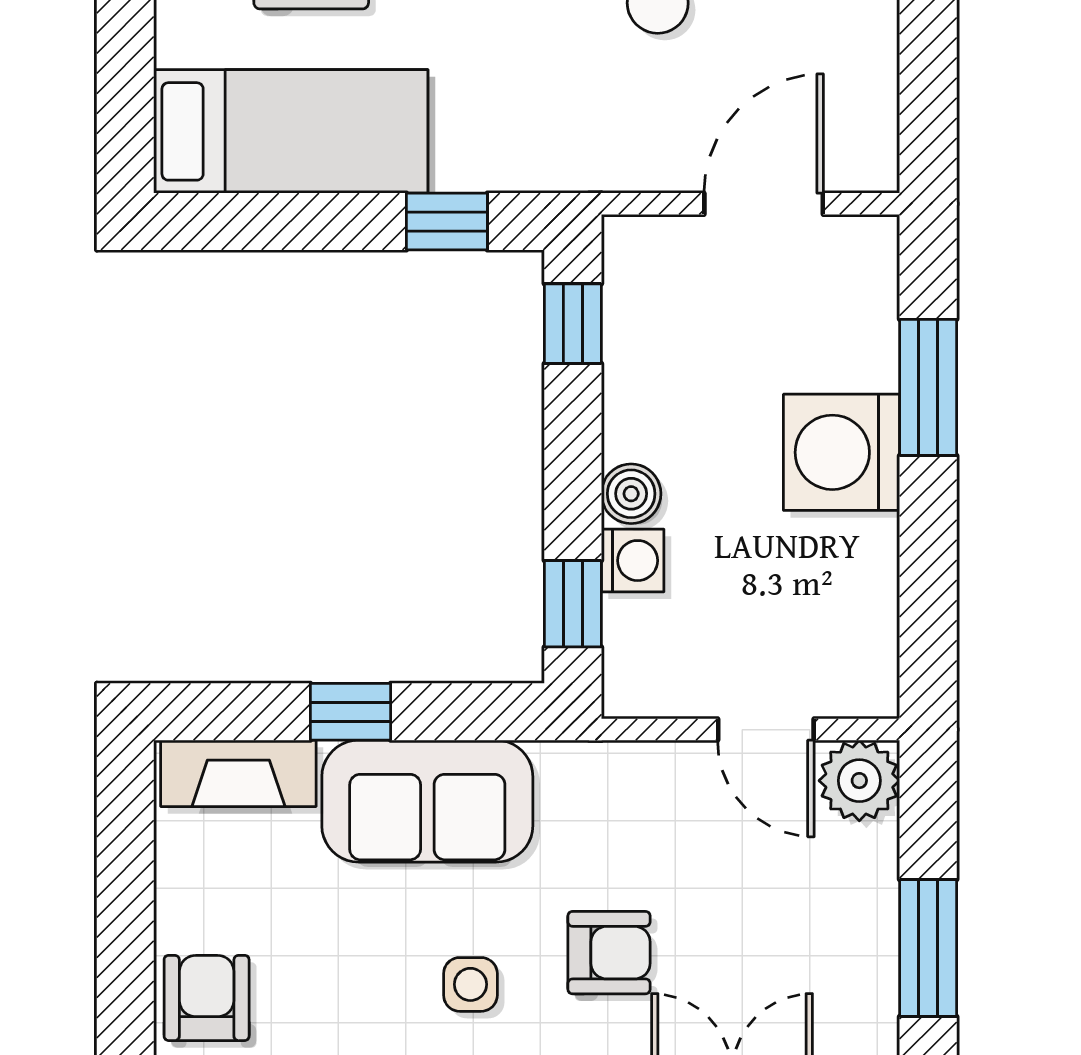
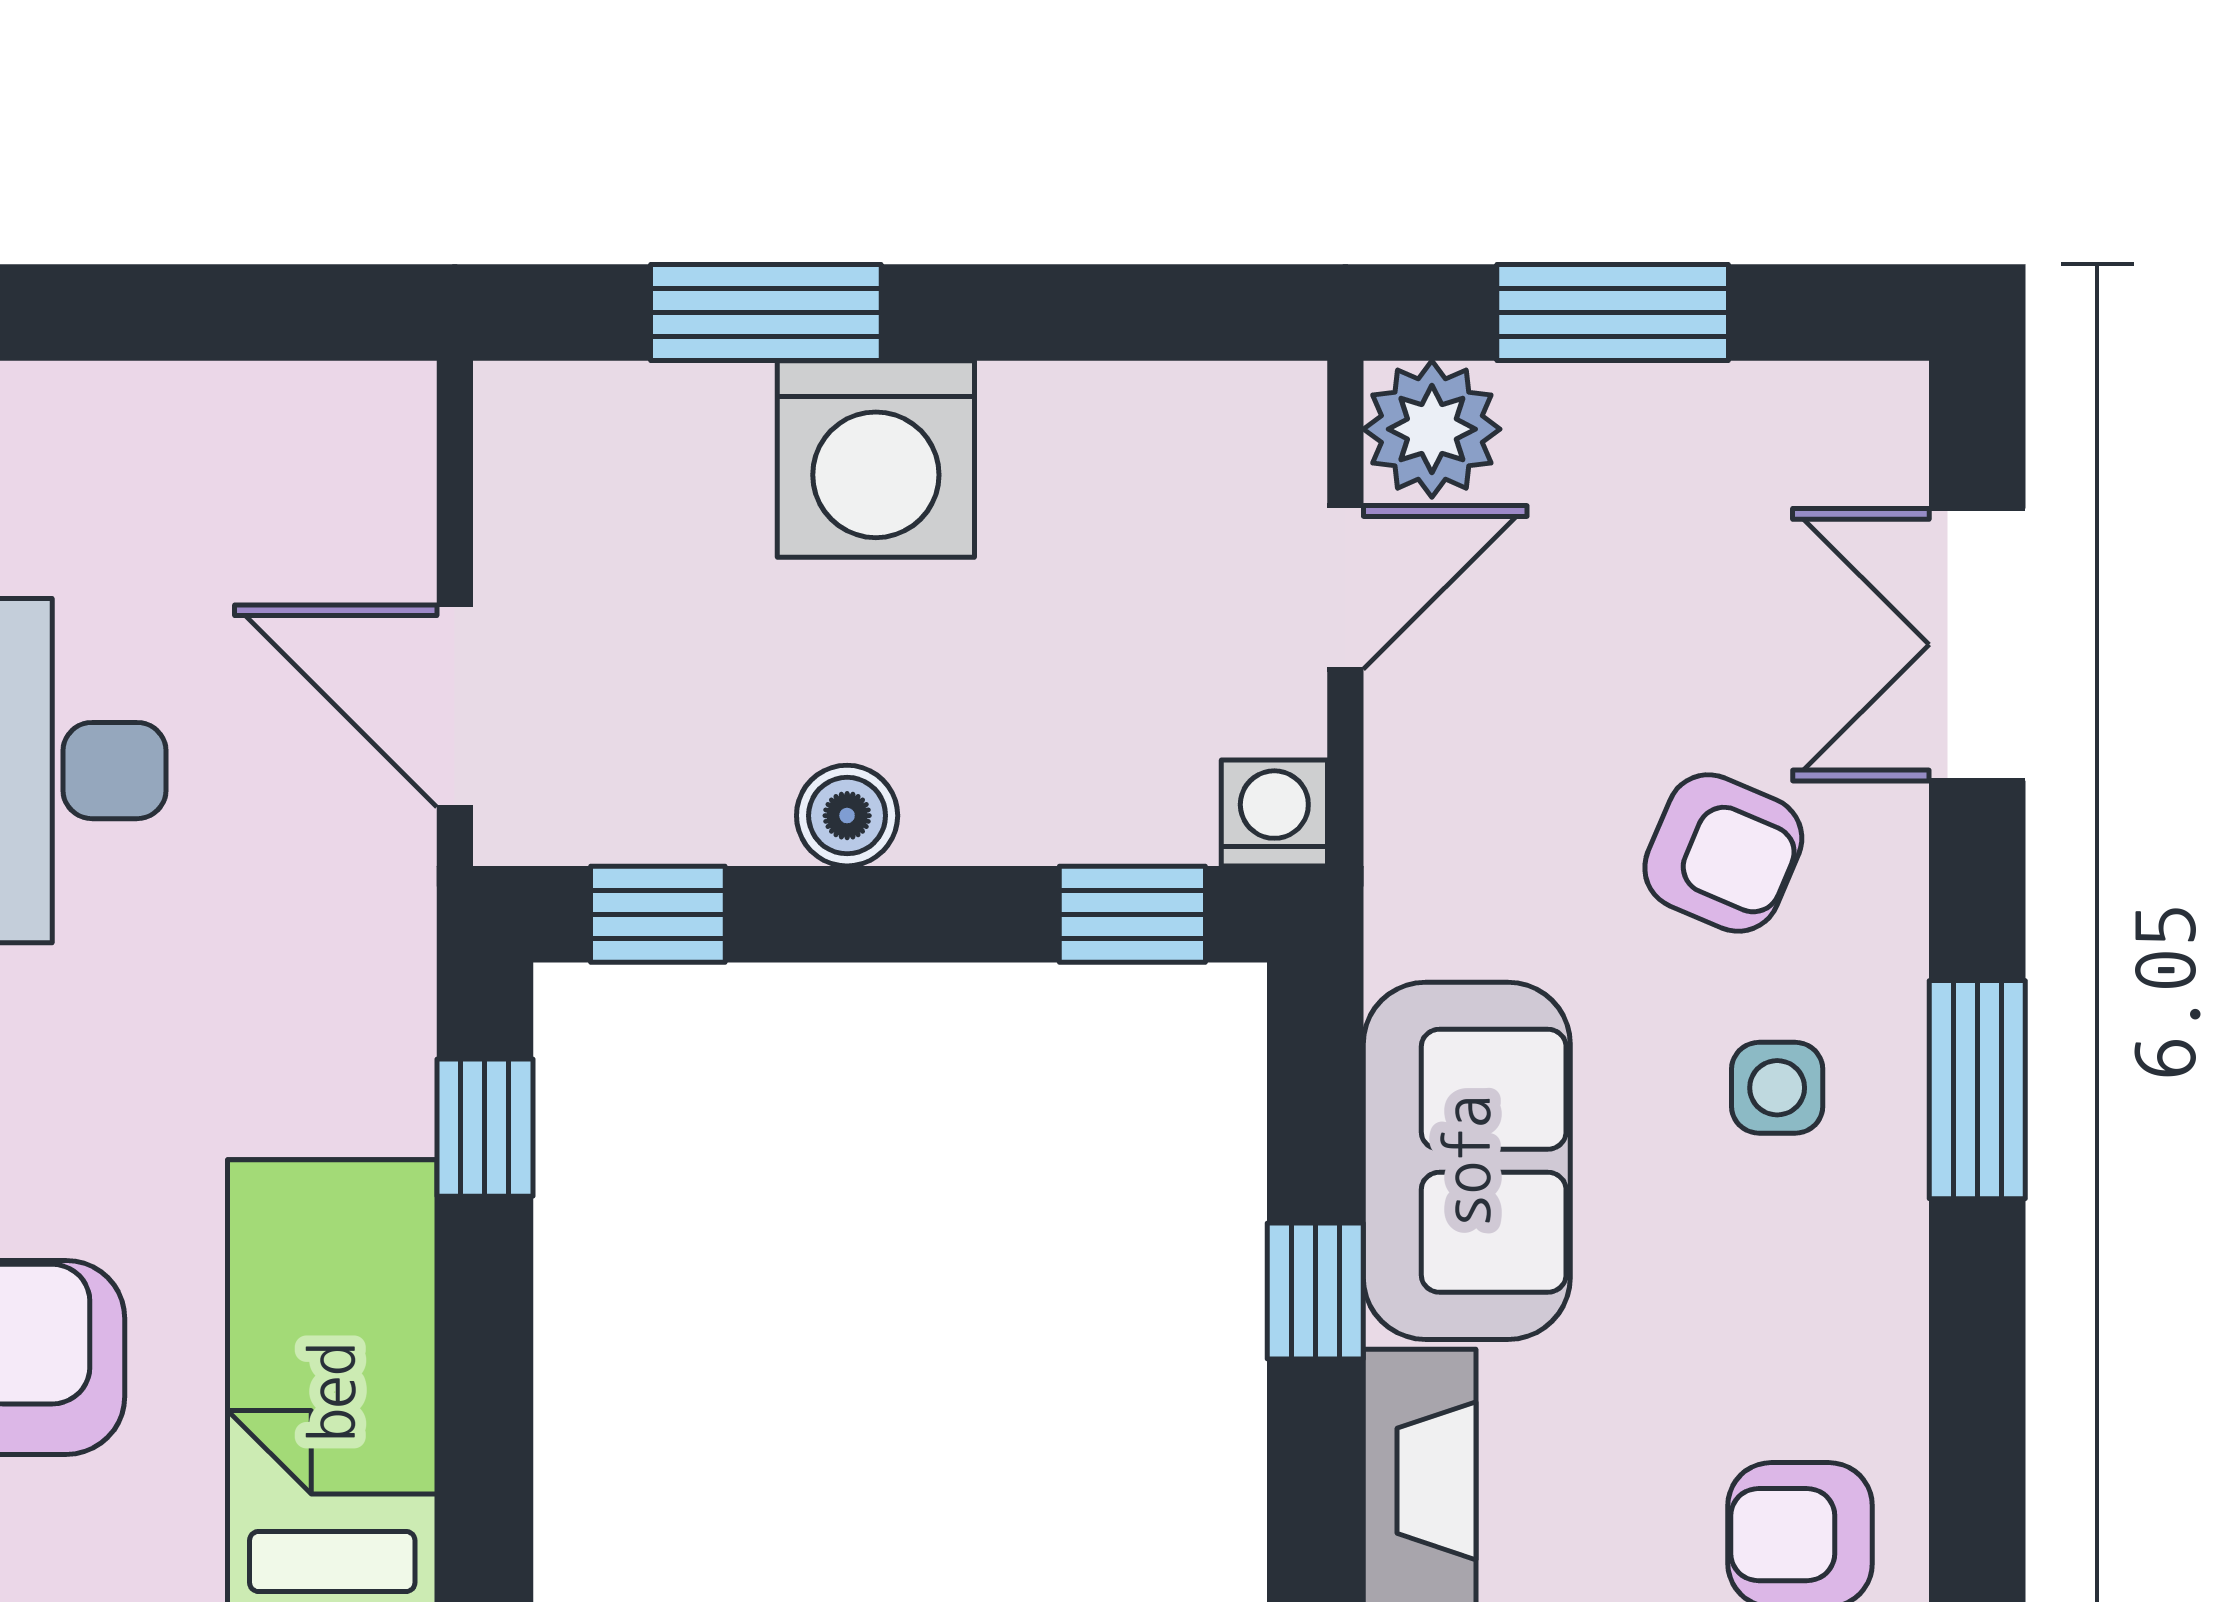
door: (764, 204) -> (455, 706), moved
boiler: (631, 494) -> (847, 816), moved
washing machine: (633, 561) -> (1274, 813), moved
window: (928, 948) -> (1613, 312), moved
armchair: (609, 953) -> (1723, 853), turned 113

